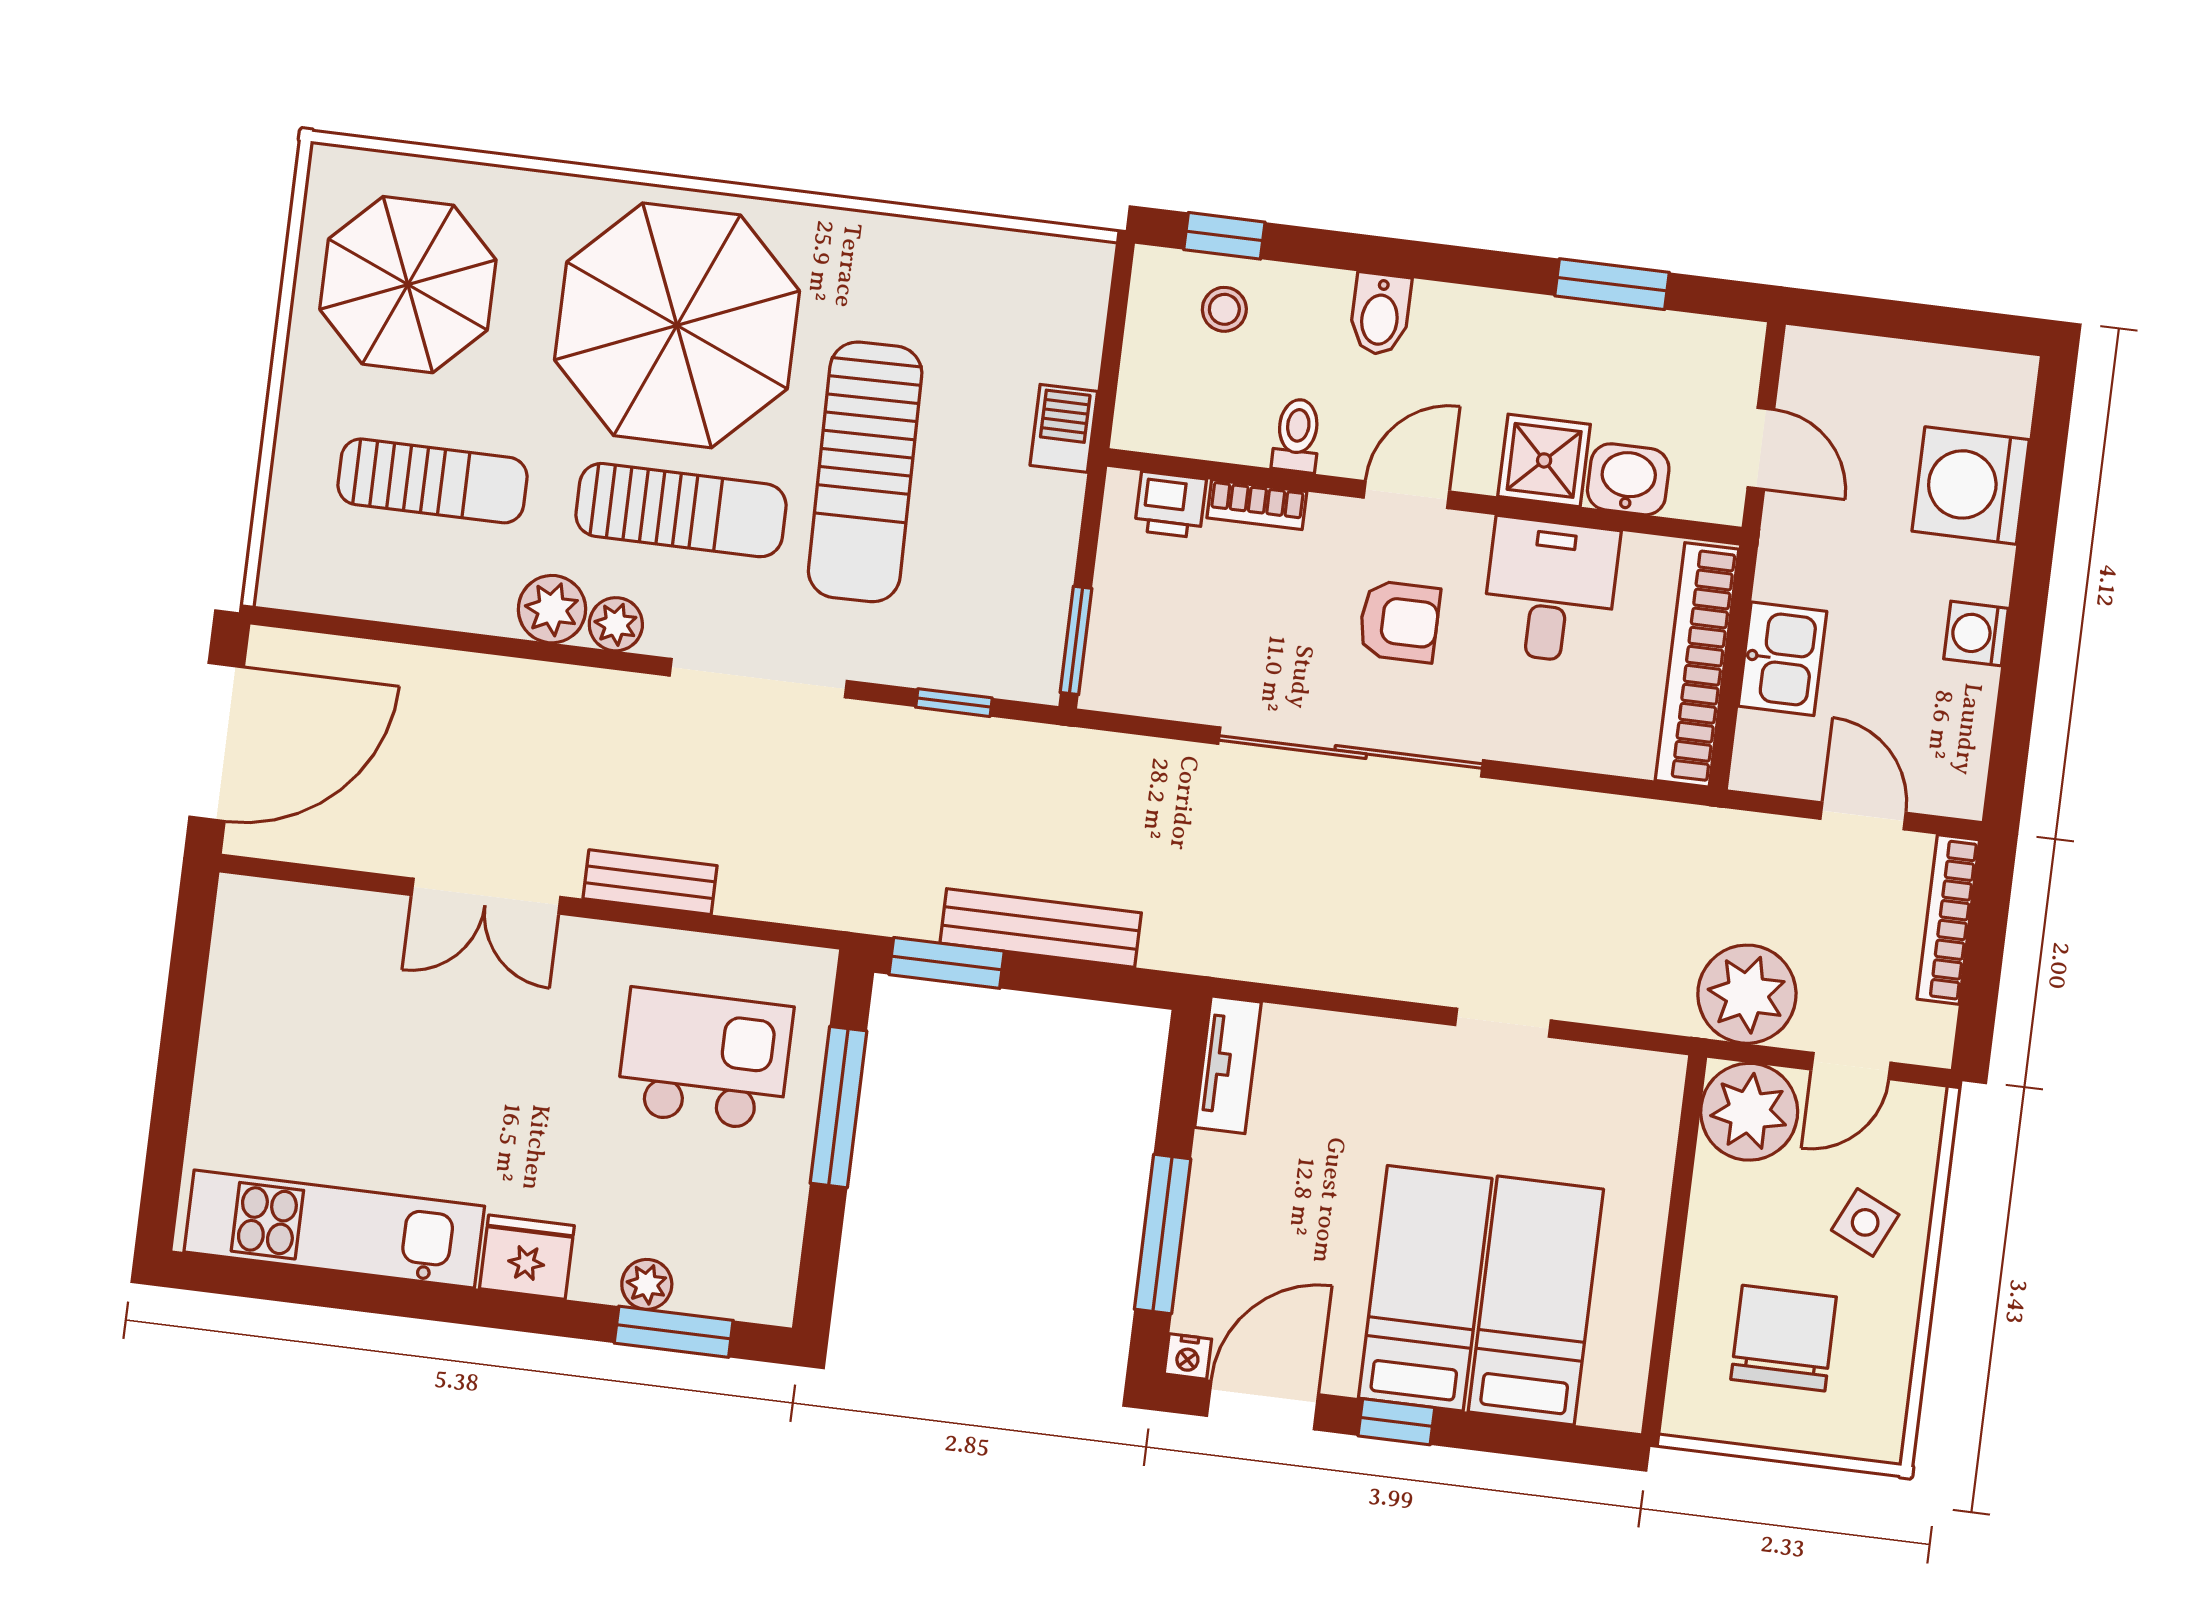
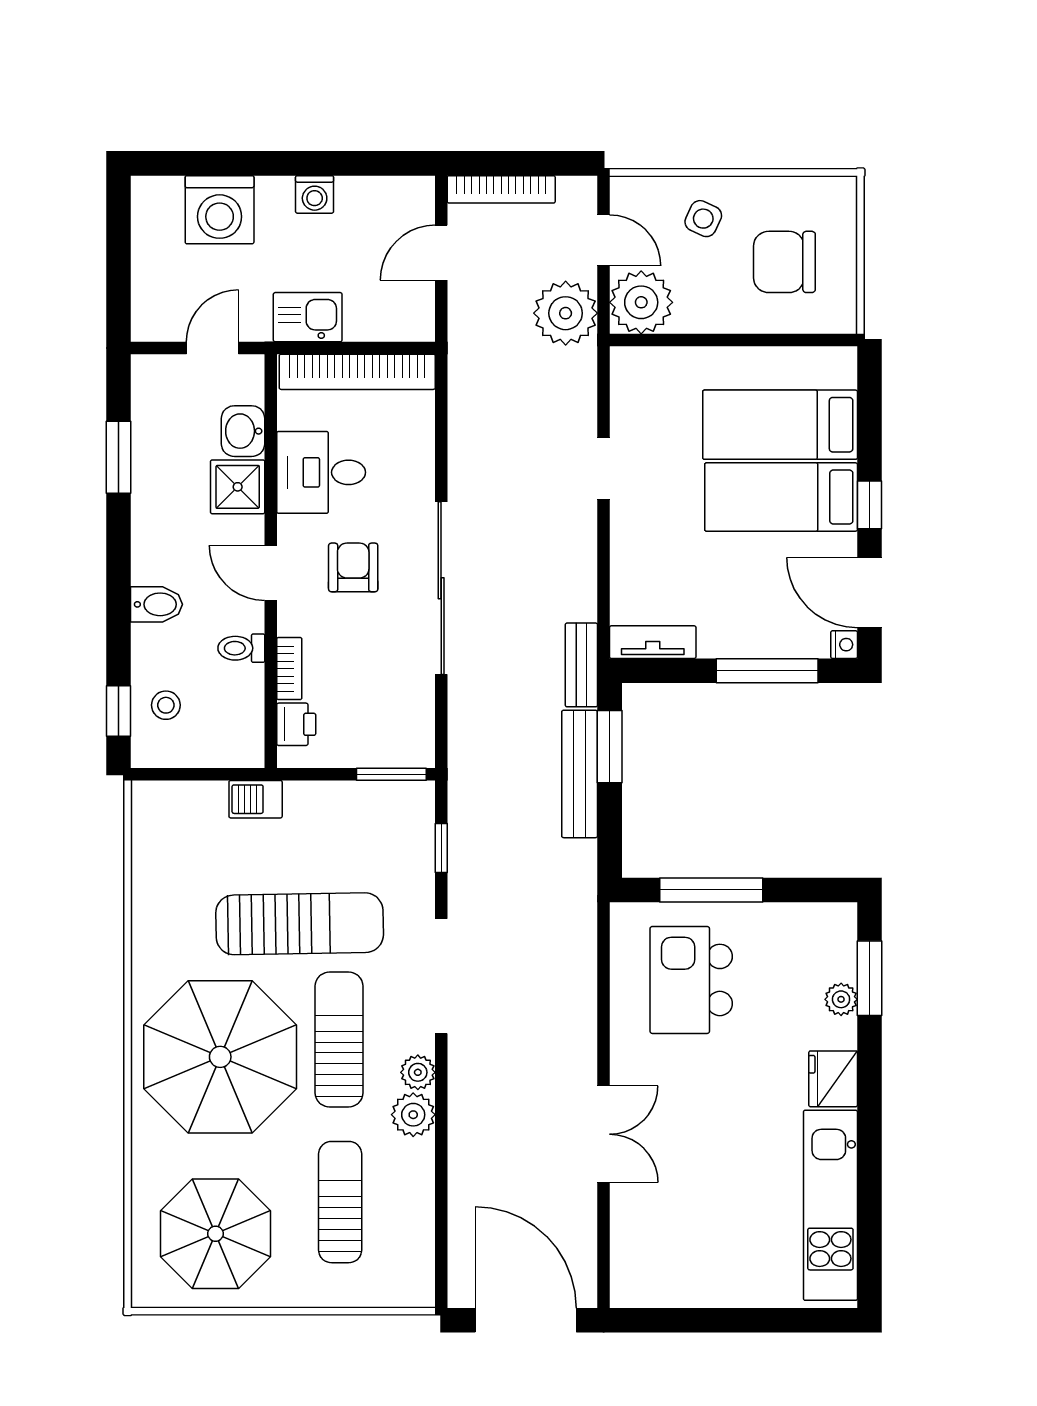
kitchen sink: (1782, 659) -> (308, 317), moved
bench: (650, 882) -> (581, 665), moved
window: (947, 963) -> (610, 747), moved

